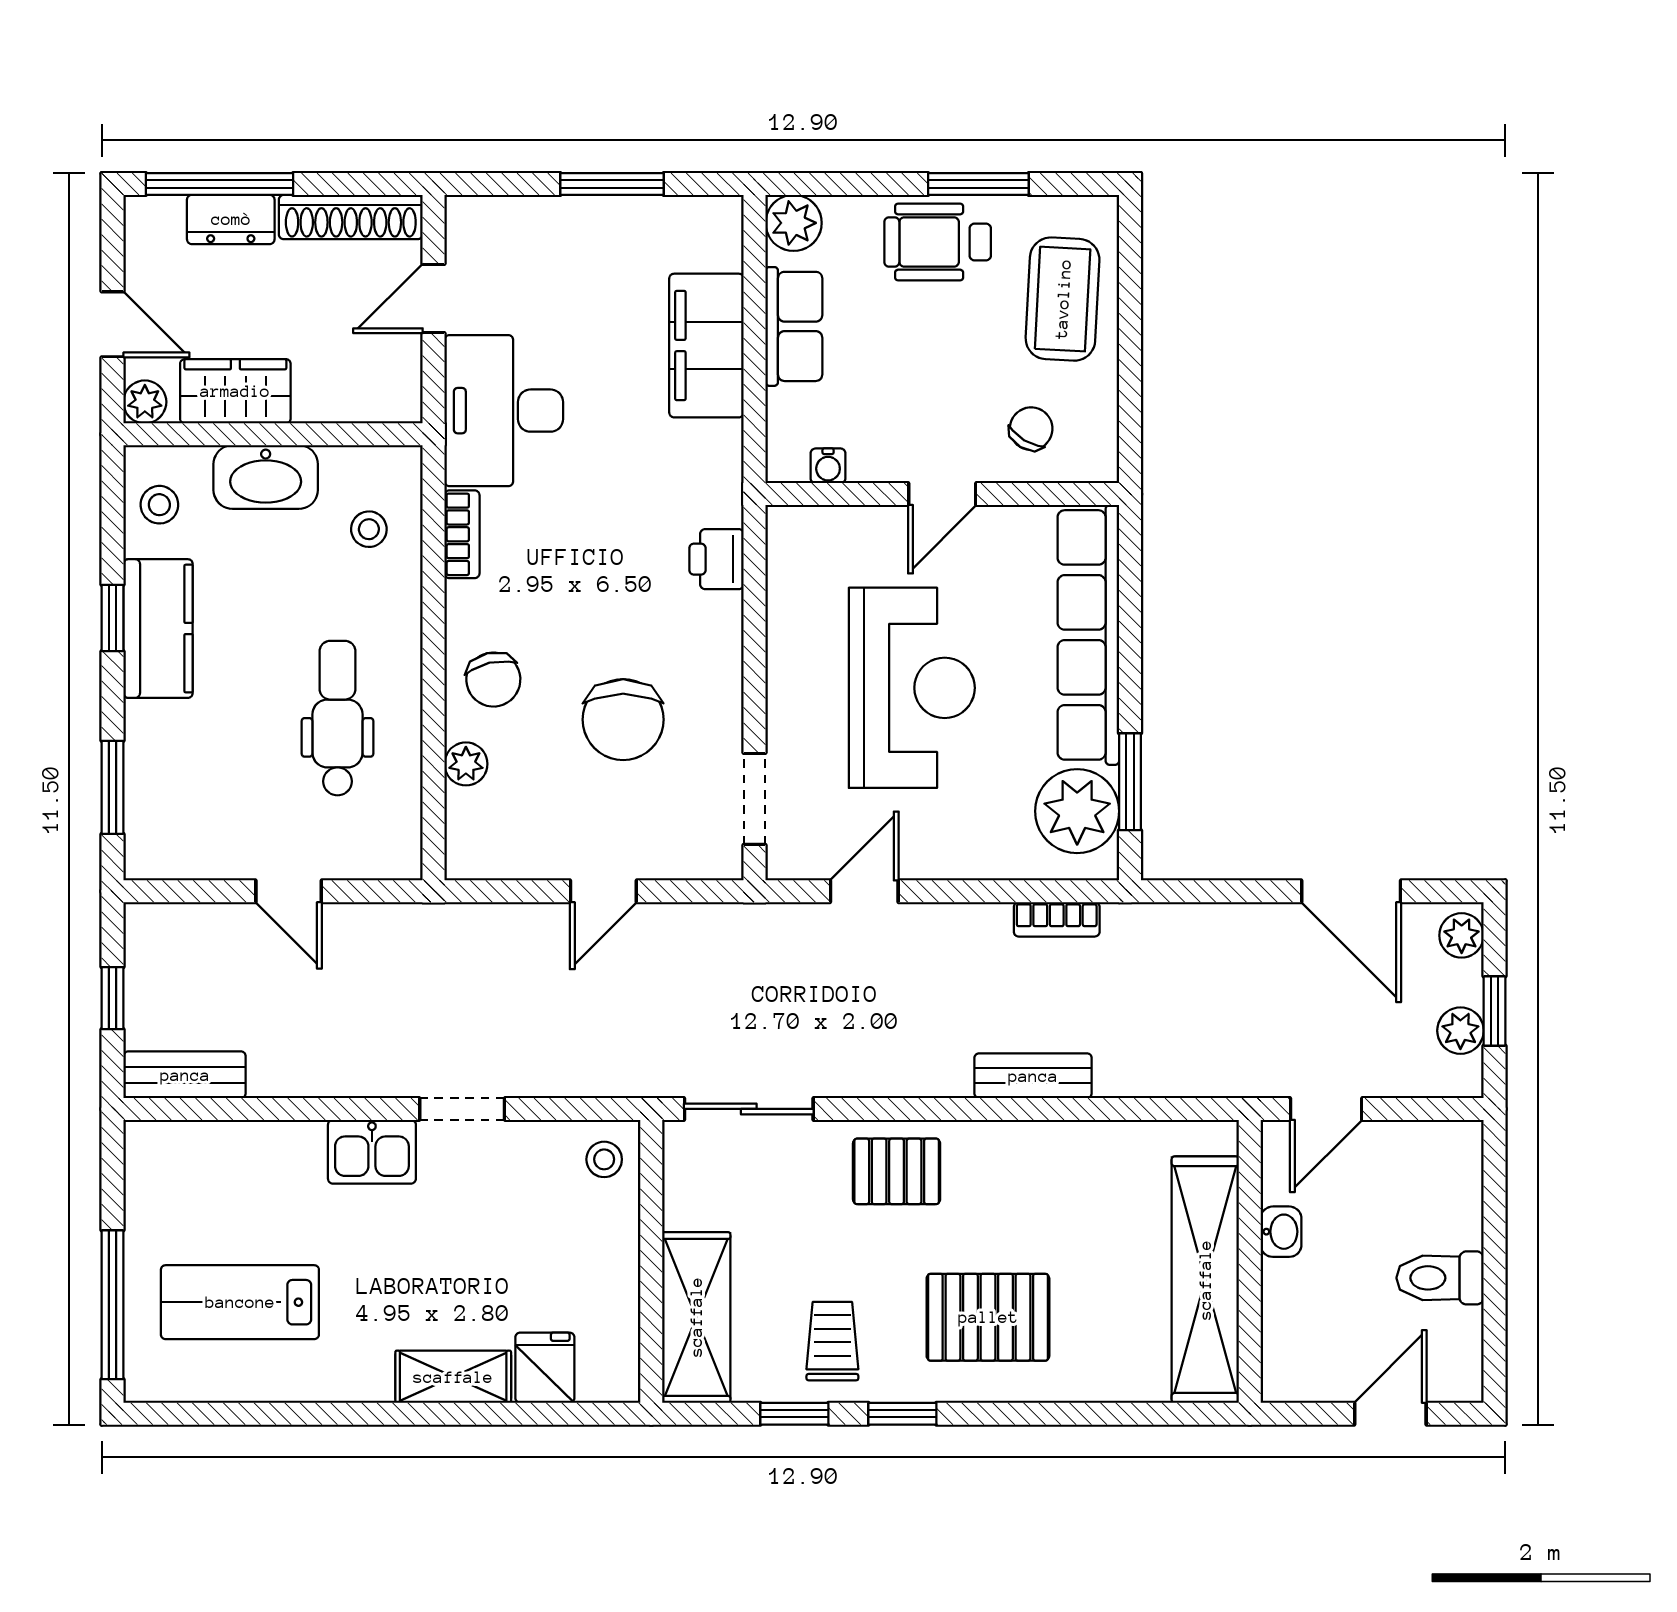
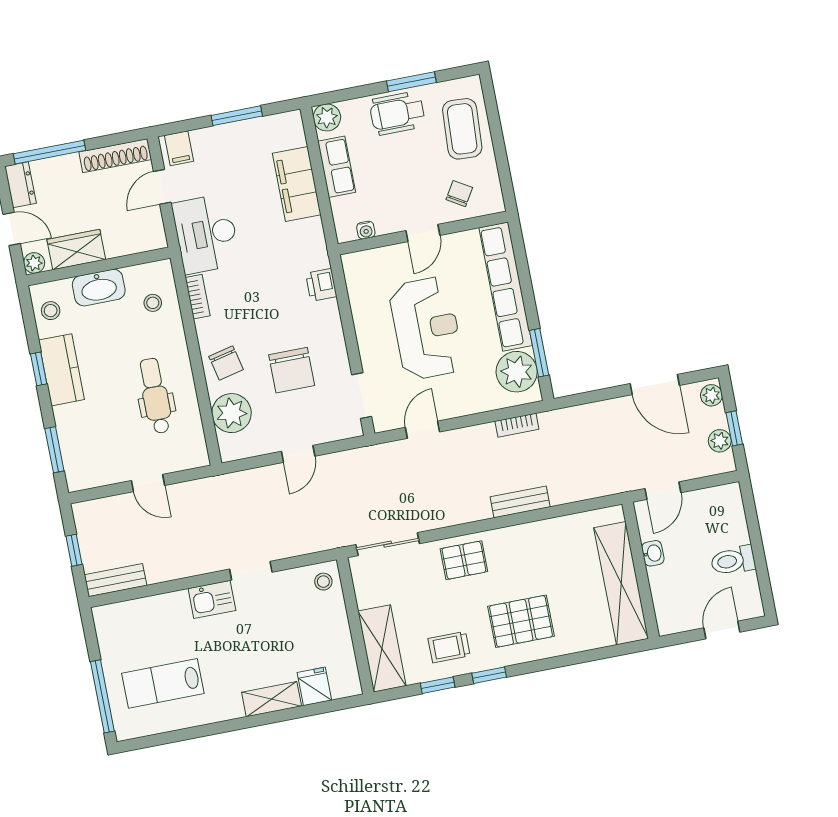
dresser: (231, 219) -> (21, 185), moved, turned -90
filing cabinet: (483, 227) -> (179, 148), added
plant: (466, 764) -> (232, 413), width x1.87, depth x1.87
trolley: (832, 1341) -> (449, 647), turned -90

